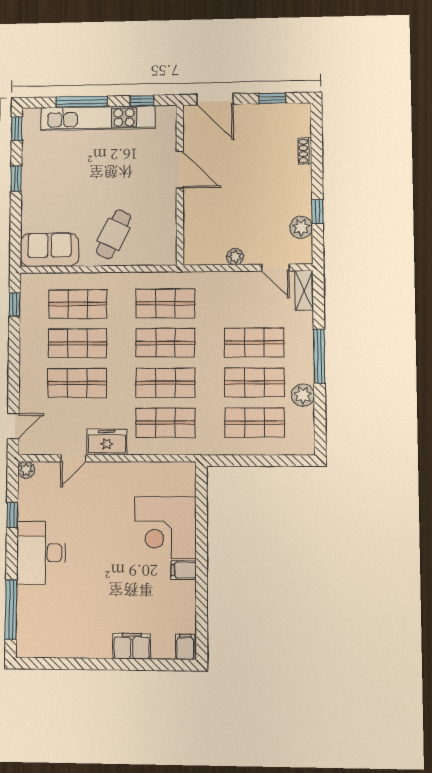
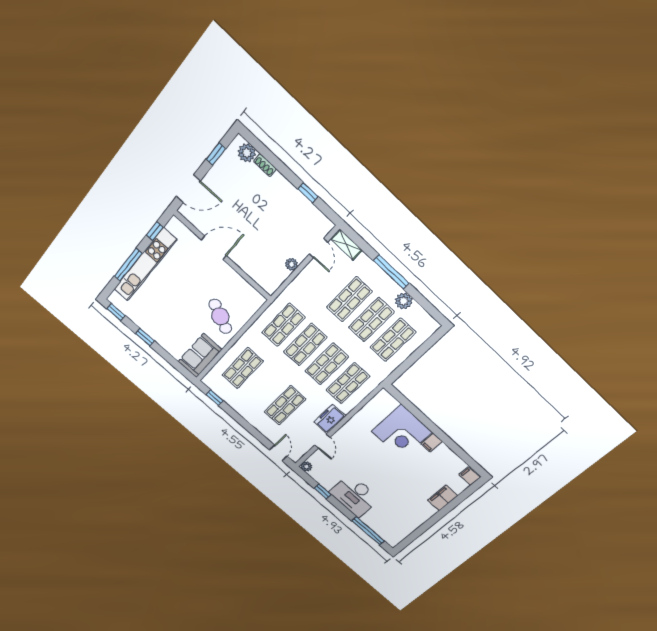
plant: (301, 227) -> (247, 153), moved
door: (275, 268) -> (318, 248), hinge flipped
shop shelf: (78, 343) -> (264, 387), removed

